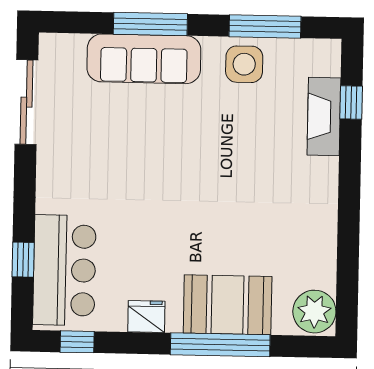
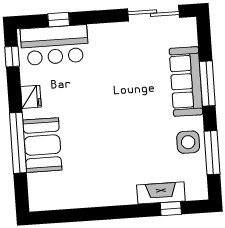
plant: (314, 312) -> (43, 198), removed

